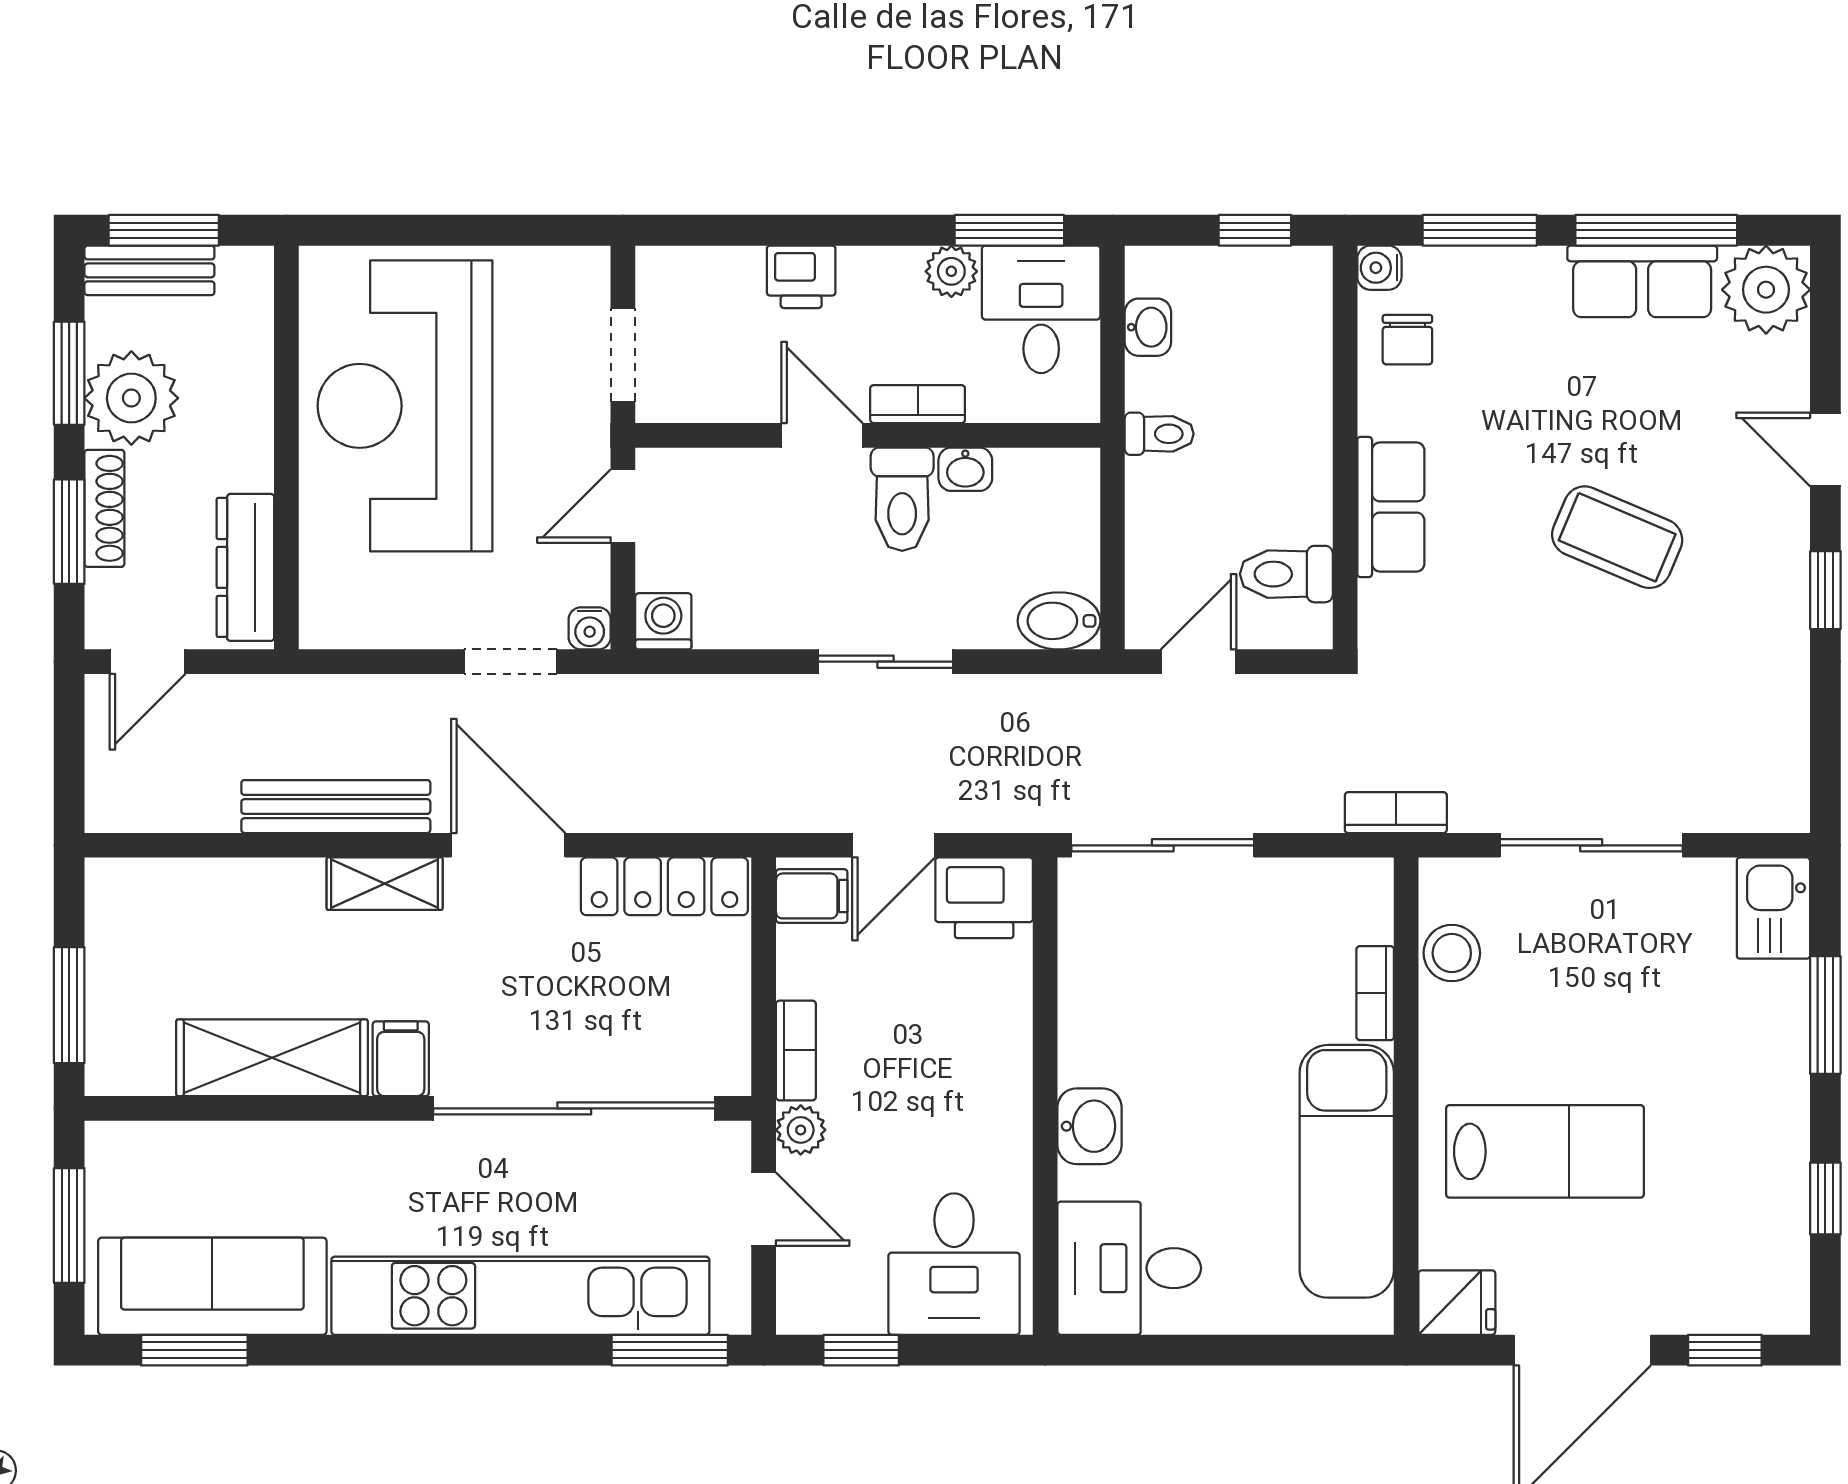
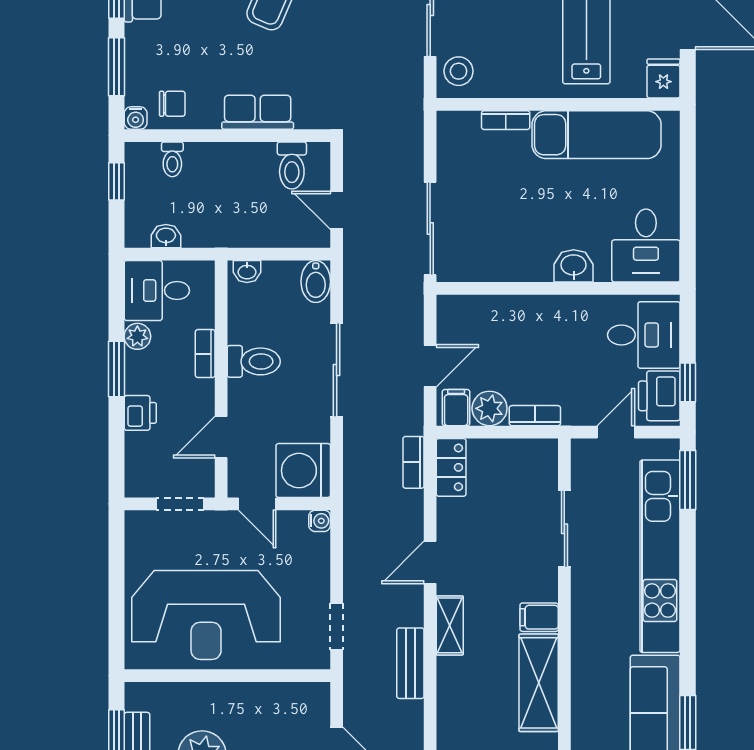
window: (1009, 230) -> (116, 369), moved
toilet: (1159, 434) -> (172, 159), moved, turned 180
door: (822, 435) -> (221, 437), moved
washbasin: (965, 469) -> (247, 271), moved, turned 90
dresser: (245, 567) -> (288, 696), removed
washing machine: (663, 621) -> (303, 471), width x1.89, depth x1.89
doorway: (510, 662) -> (337, 626), moved
sliding door: (886, 662) -> (337, 370), width x1.37
bench: (336, 807) -> (410, 663), width x0.73
bookcase: (1396, 813) -> (414, 462), moved
door: (508, 845) -> (430, 562), width x0.73
door: (894, 845) -> (430, 366), hinge flipped
locker: (664, 886) -> (451, 467), width x0.66
printer: (984, 898) -> (659, 396), moved, turned 180
stool: (1452, 953) -> (459, 71), moved
sliding door: (574, 1108) -> (564, 529), width x0.54
plant: (801, 1130) -> (490, 408), moved, width x1.38, depth x1.38

